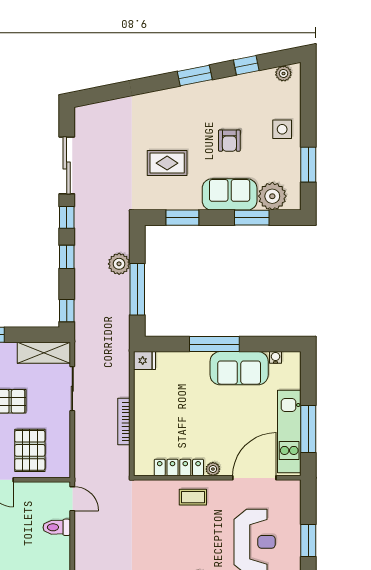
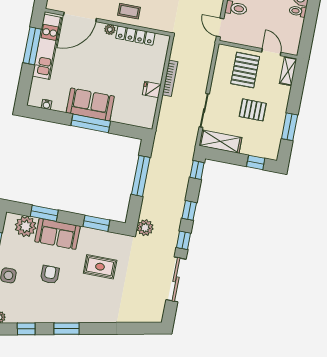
plant: (119, 264) -> (145, 228), moved
fridge: (144, 361) -> (152, 90), moved
sofa: (239, 368) -> (90, 104), moved

